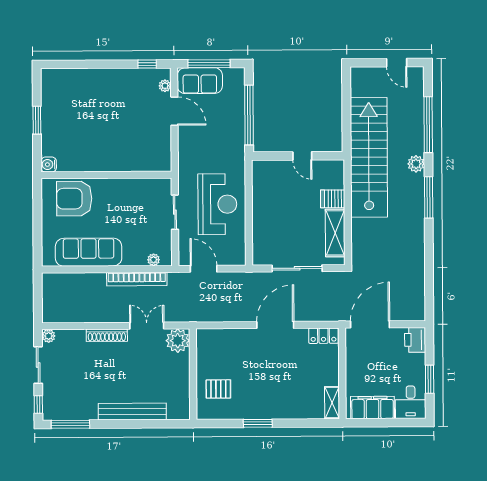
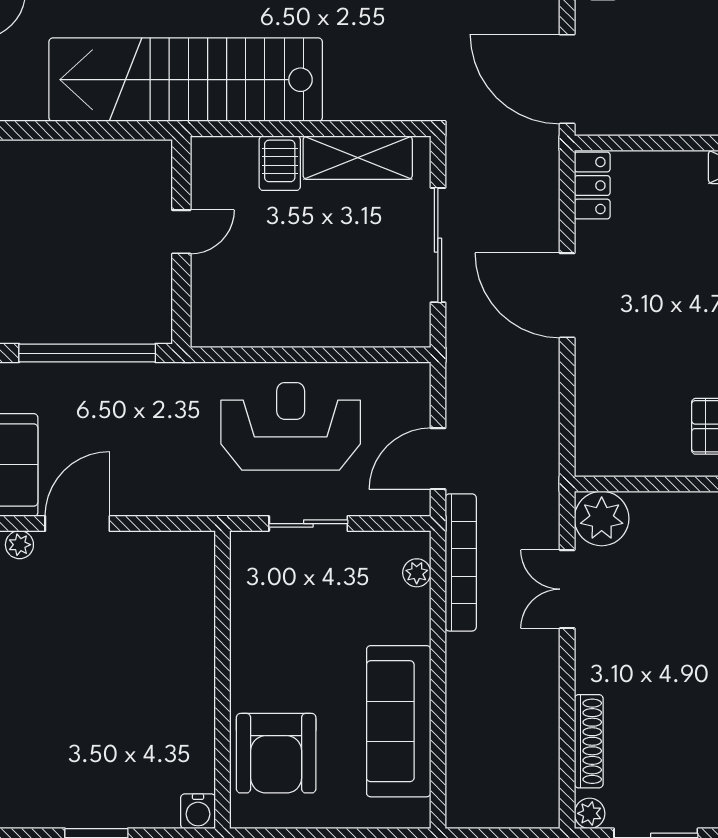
bookcase: (137, 279) -> (461, 562), moved
shoe rack: (107, 335) -> (589, 741), moved

